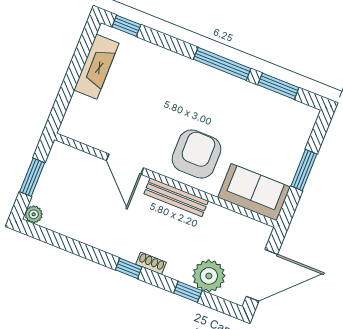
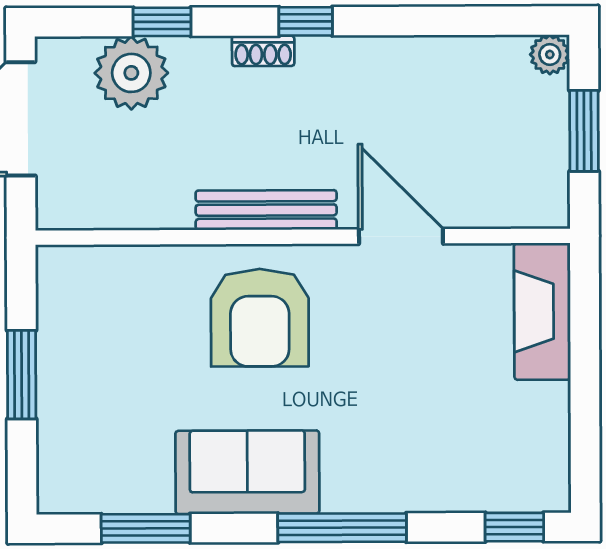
window: (222, 64) -> (342, 528), moved
fireplace: (96, 67) -> (542, 311), moved
sofa: (254, 192) -> (247, 472), moved, turned 180

